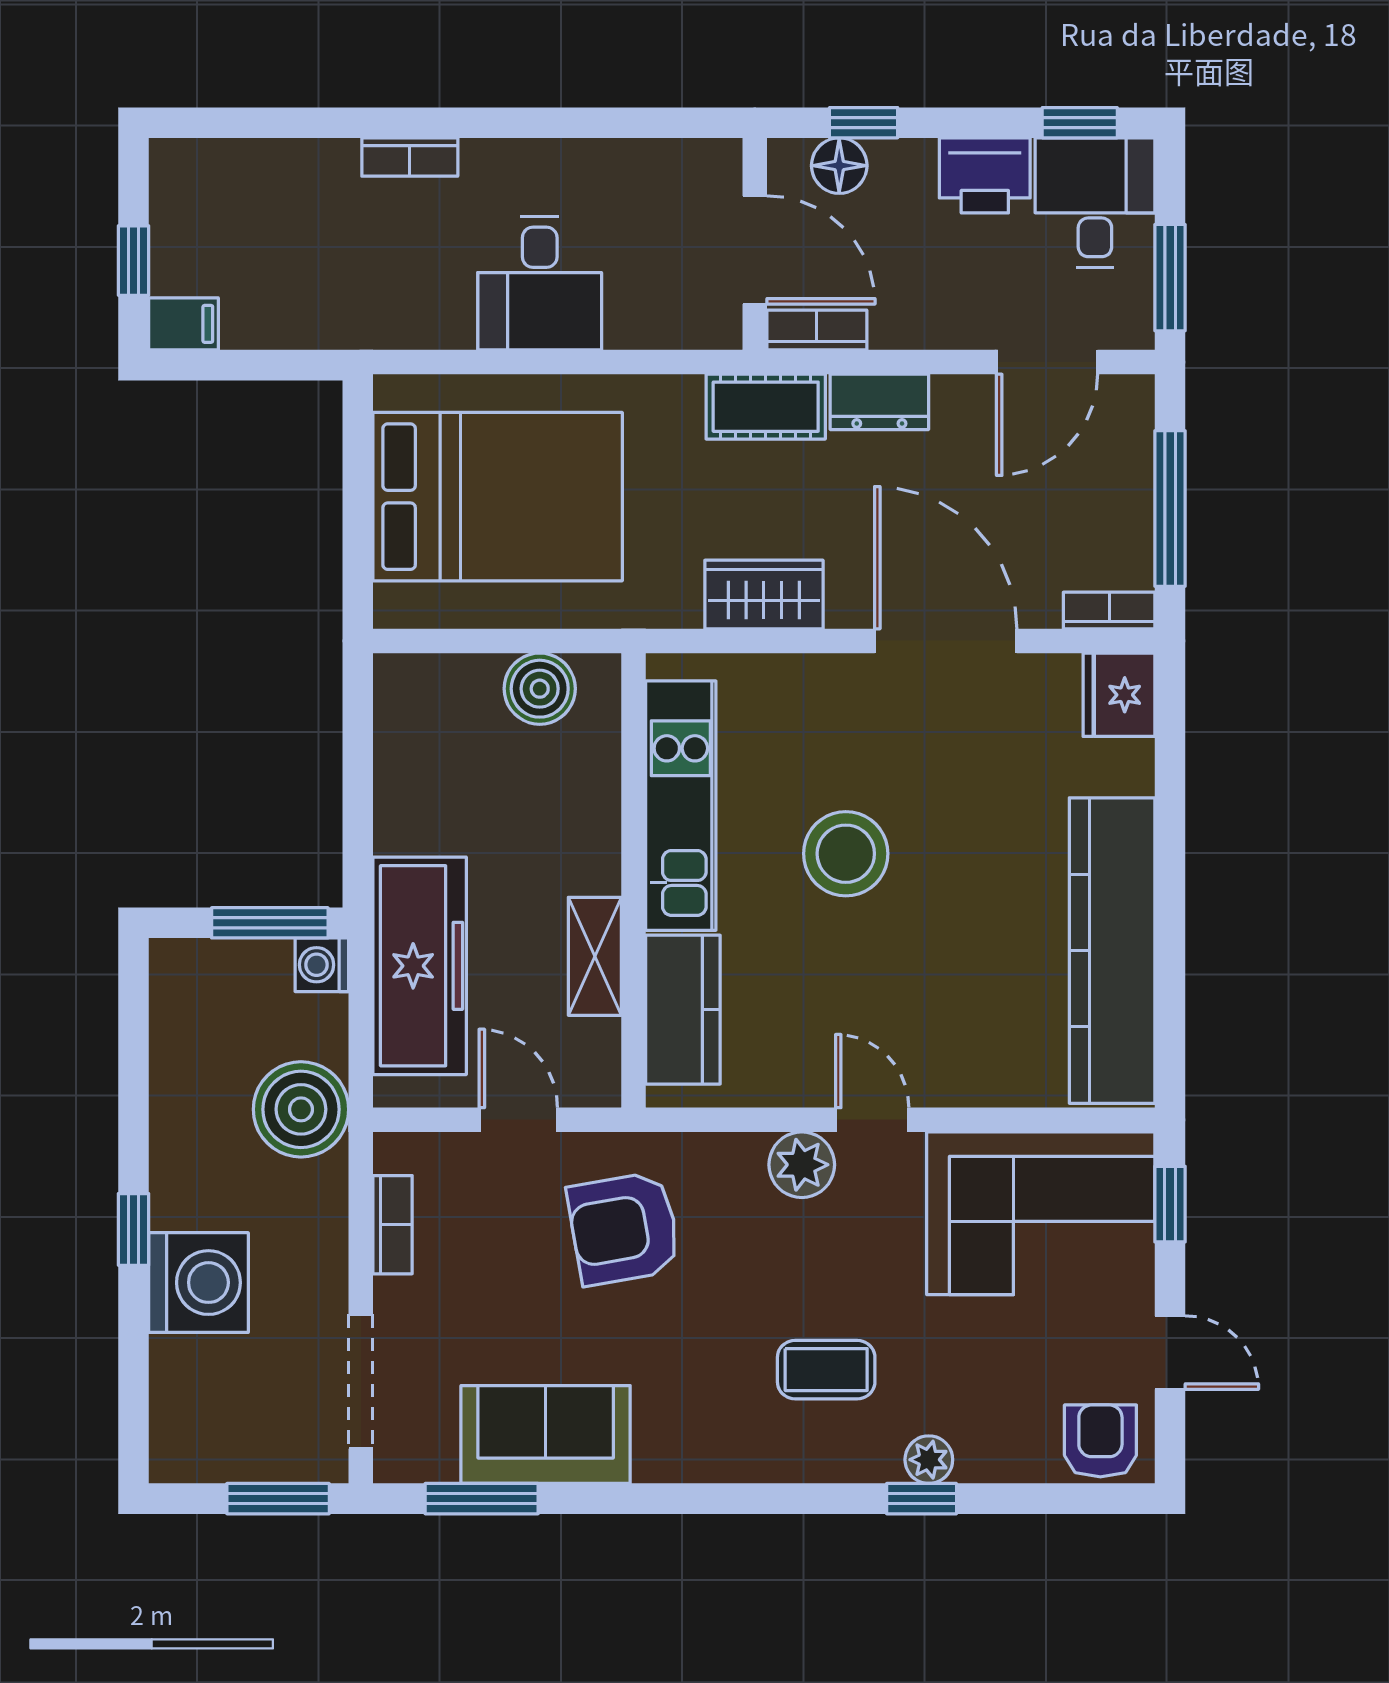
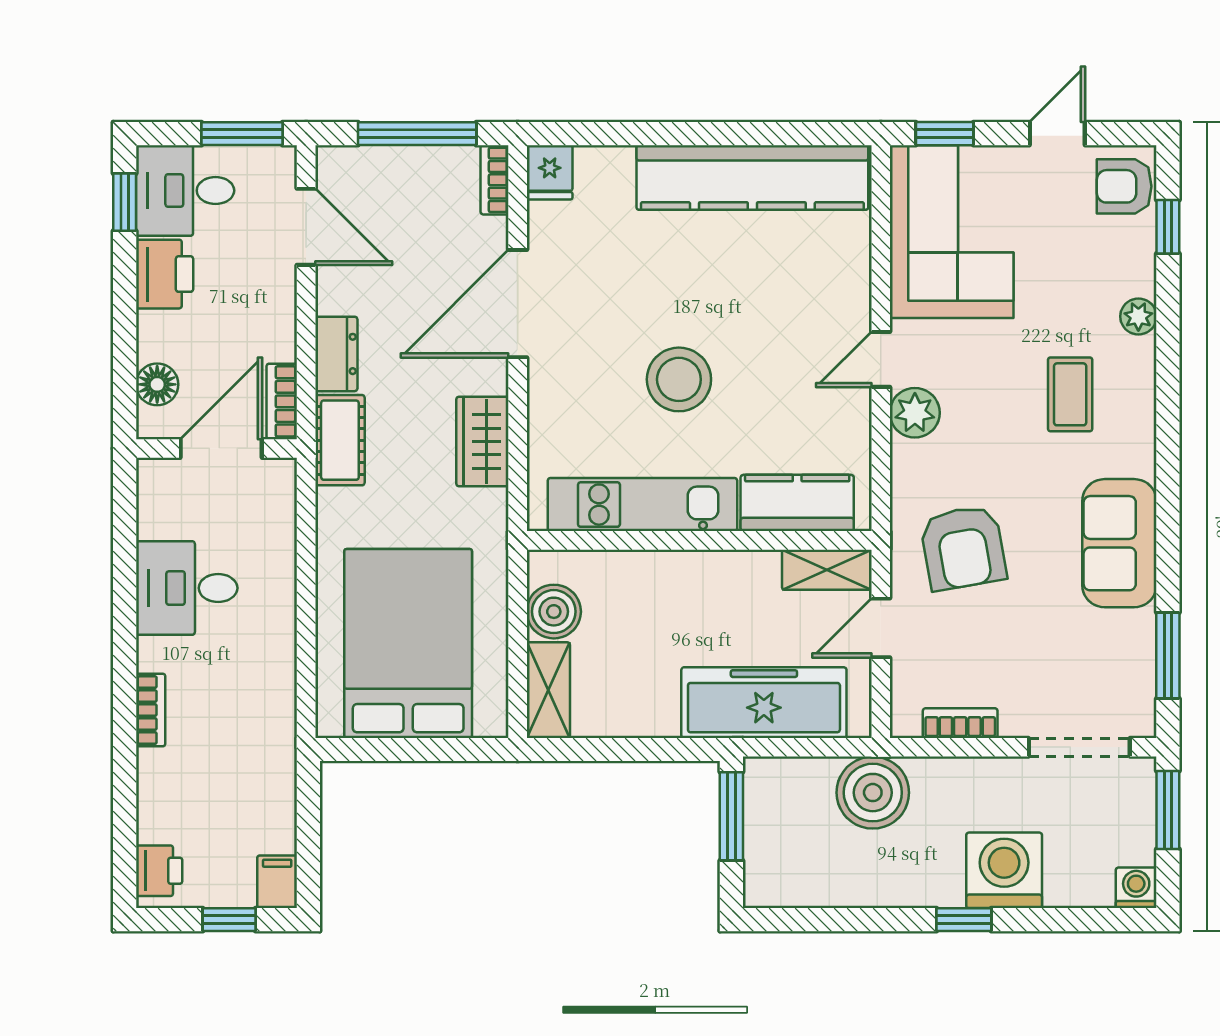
window: (864, 123) -> (125, 366), removed
printer: (198, 168) -> (159, 871), added
desk: (540, 283) -> (187, 588), moved, turned 180
shelving: (436, 681) -> (548, 690), added
fridge: (1119, 695) -> (550, 172), width x0.72
shelving: (595, 956) -> (827, 570), moved
washing machine: (322, 965) -> (1136, 888), moved, turned 180
sofa: (546, 1435) -> (1119, 543), moved
window: (922, 1499) -> (1168, 227), moved

